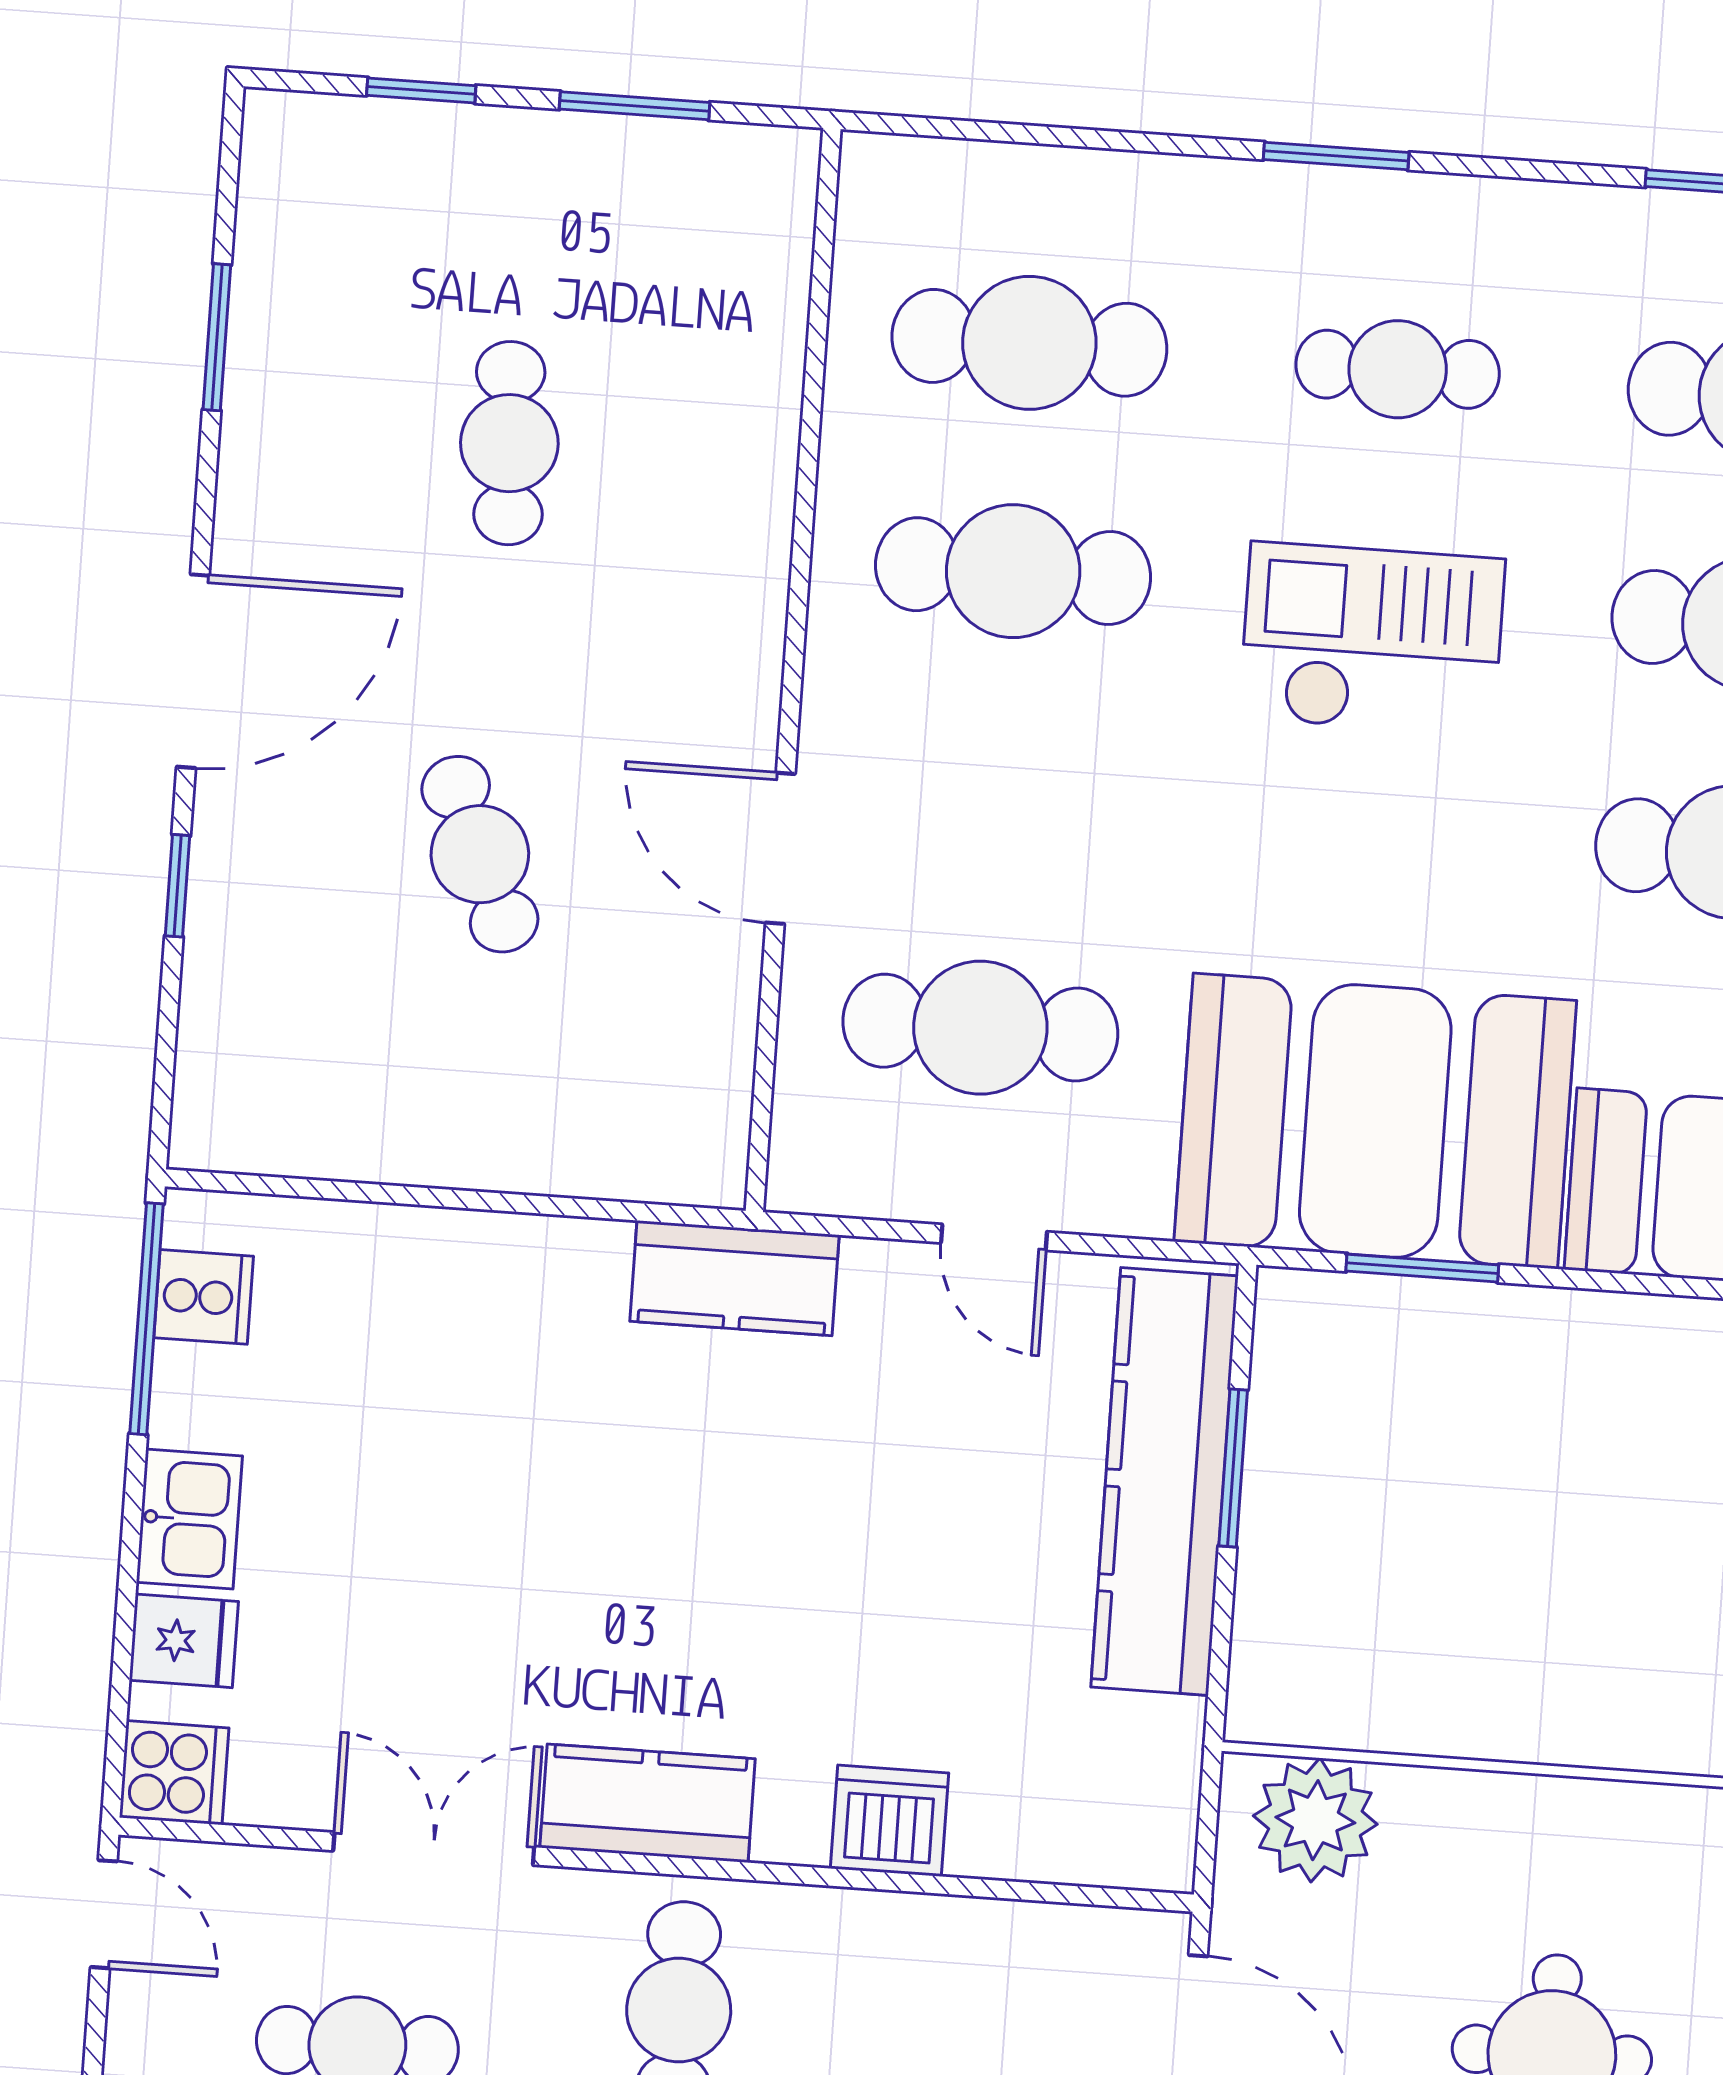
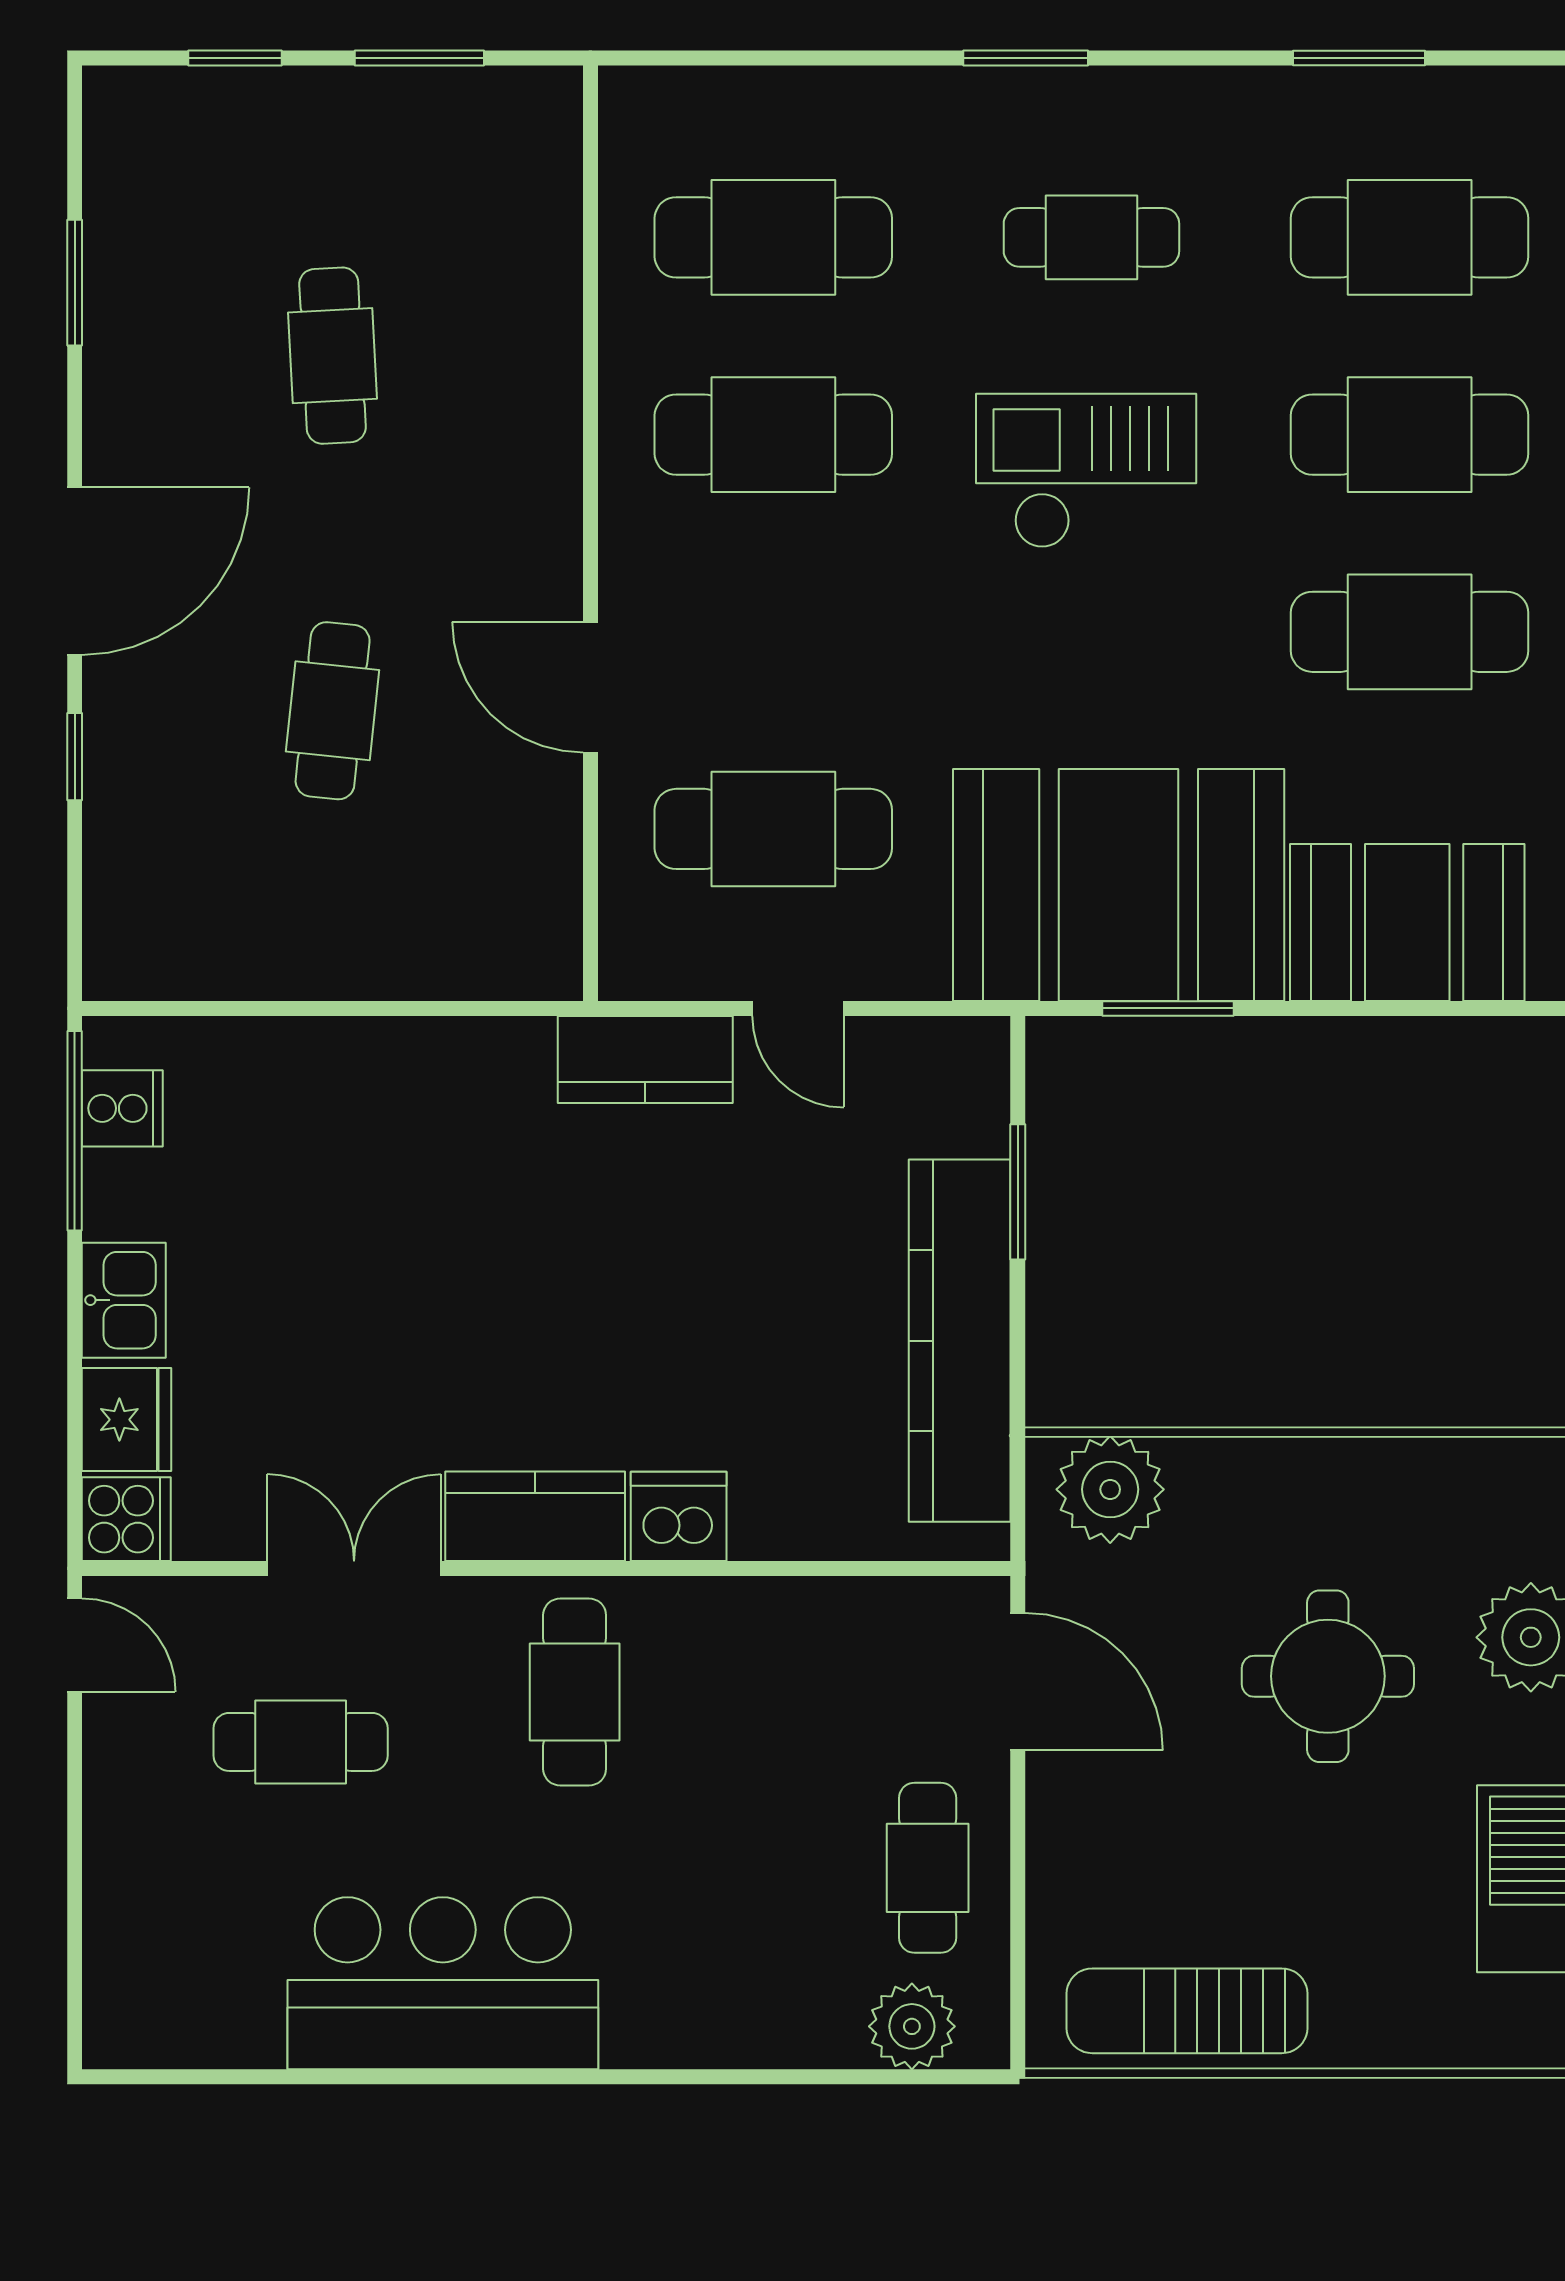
cafe table: (480, 854) -> (333, 711), turned 30
kitchen counter: (735, 1278) -> (645, 1059), moved
kitchen counter: (1165, 1481) -> (960, 1341), moved
fridge: (184, 1641) -> (127, 1420), width x1.38
dishwasher: (890, 1821) -> (679, 1516), moved

